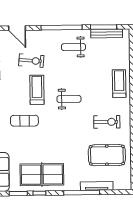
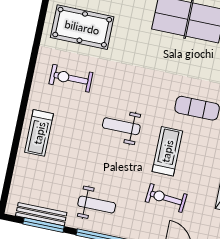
treadmill: (37, 90) -> (167, 151), turned 180

